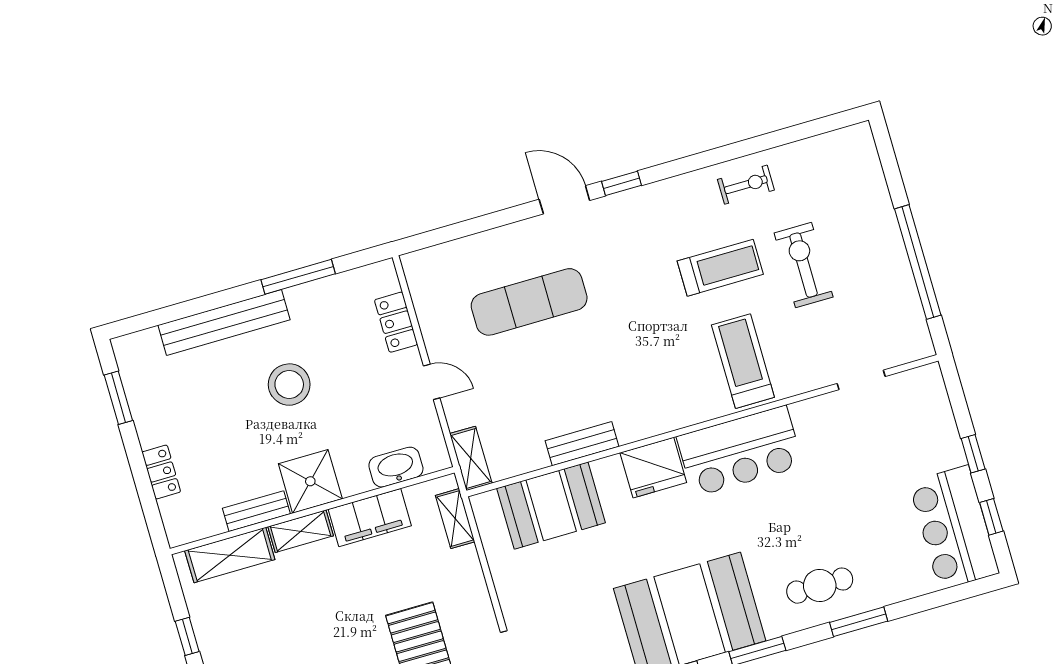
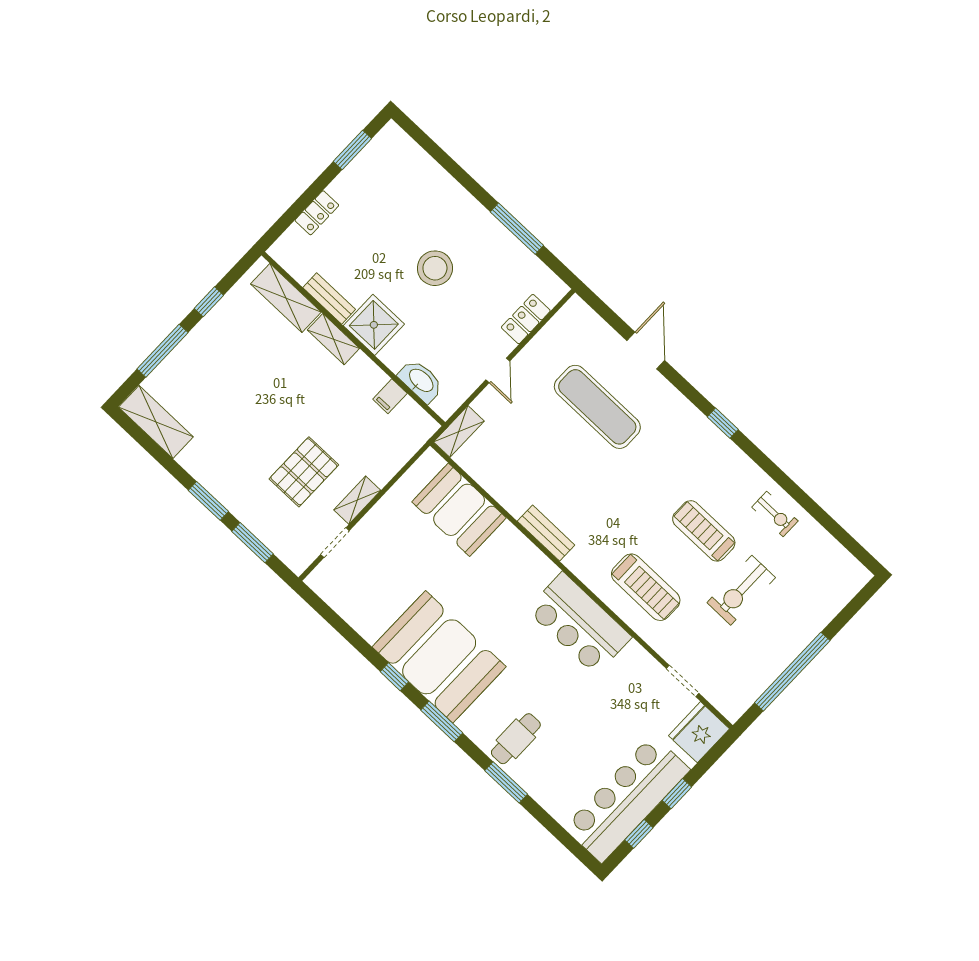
door: (564, 200) -> (646, 350), moved
exercise bike: (804, 265) -> (741, 590), turned 180
treadmill: (720, 268) -> (704, 531), turned 180
bench: (224, 322) -> (452, 194), removed
treadmill: (743, 361) -> (646, 587), turned 90
bench: (582, 444) -> (546, 533), moved
fridge: (653, 468) -> (699, 732), moved, turned 90
filing cabinet: (370, 518) -> (390, 396), width x0.33, depth x0.86
shelving: (455, 519) -> (357, 500), moved
bar counter: (954, 528) -> (627, 799), width x1.36
cafe table: (820, 586) -> (516, 739), turned 90

